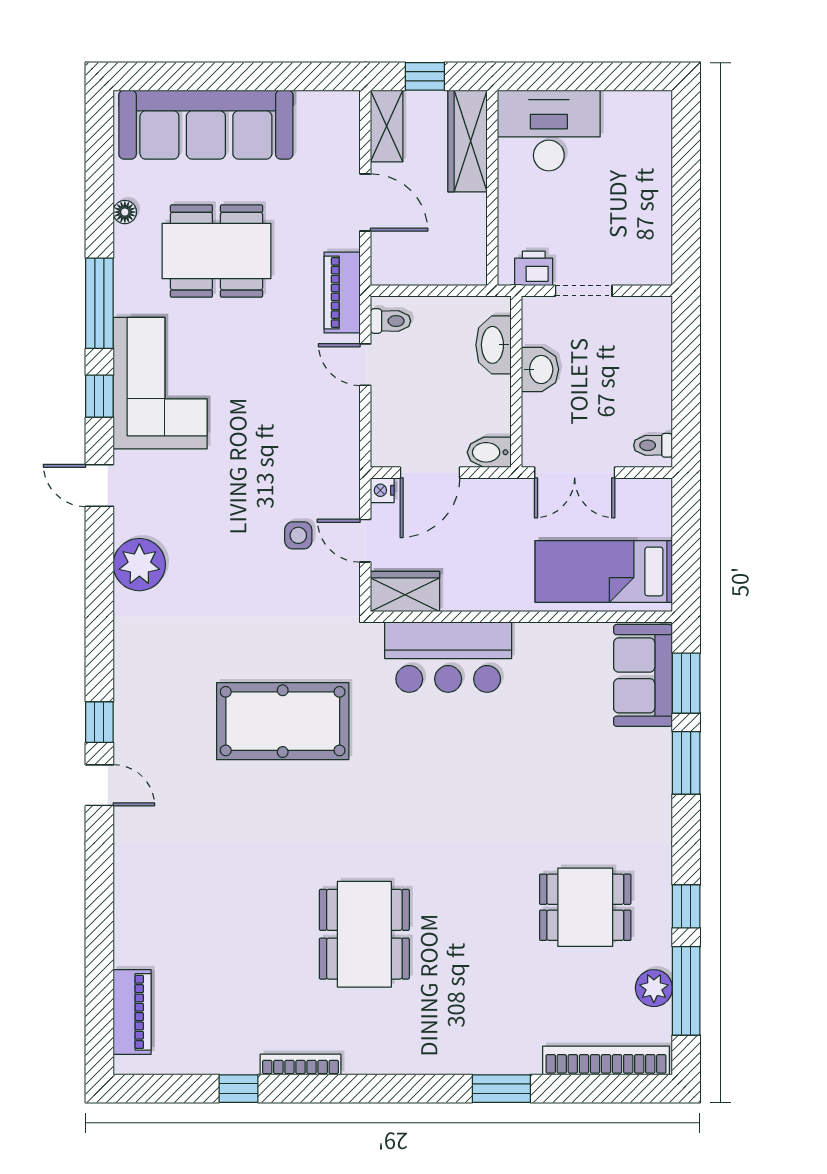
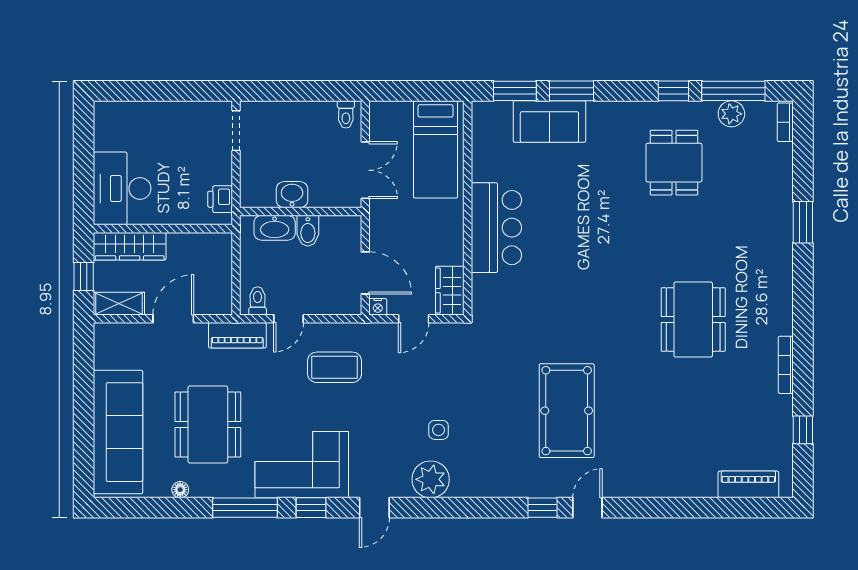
doorway: (584, 291) -> (236, 131), moved
coffee table: (297, 429) -> (335, 367), added
bidet: (489, 452) -> (308, 231), moved
side table: (298, 535) -> (439, 430), moved
bar counter: (448, 657) -> (496, 228), moved
sofa: (643, 675) -> (549, 122), moved
pool table: (283, 721) -> (567, 411), moved
dining table: (364, 934) -> (693, 320), turned 90
bookcase: (606, 1060) -> (785, 122), width x0.43, depth x0.76
window: (238, 1089) -> (803, 430), moved

